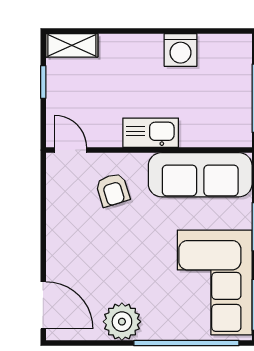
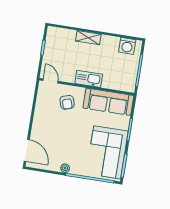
shelving: (72, 45) -> (88, 38), moved
washing machine: (180, 50) -> (127, 46), moved
plant: (122, 322) -> (65, 168), width x0.53, depth x0.53

